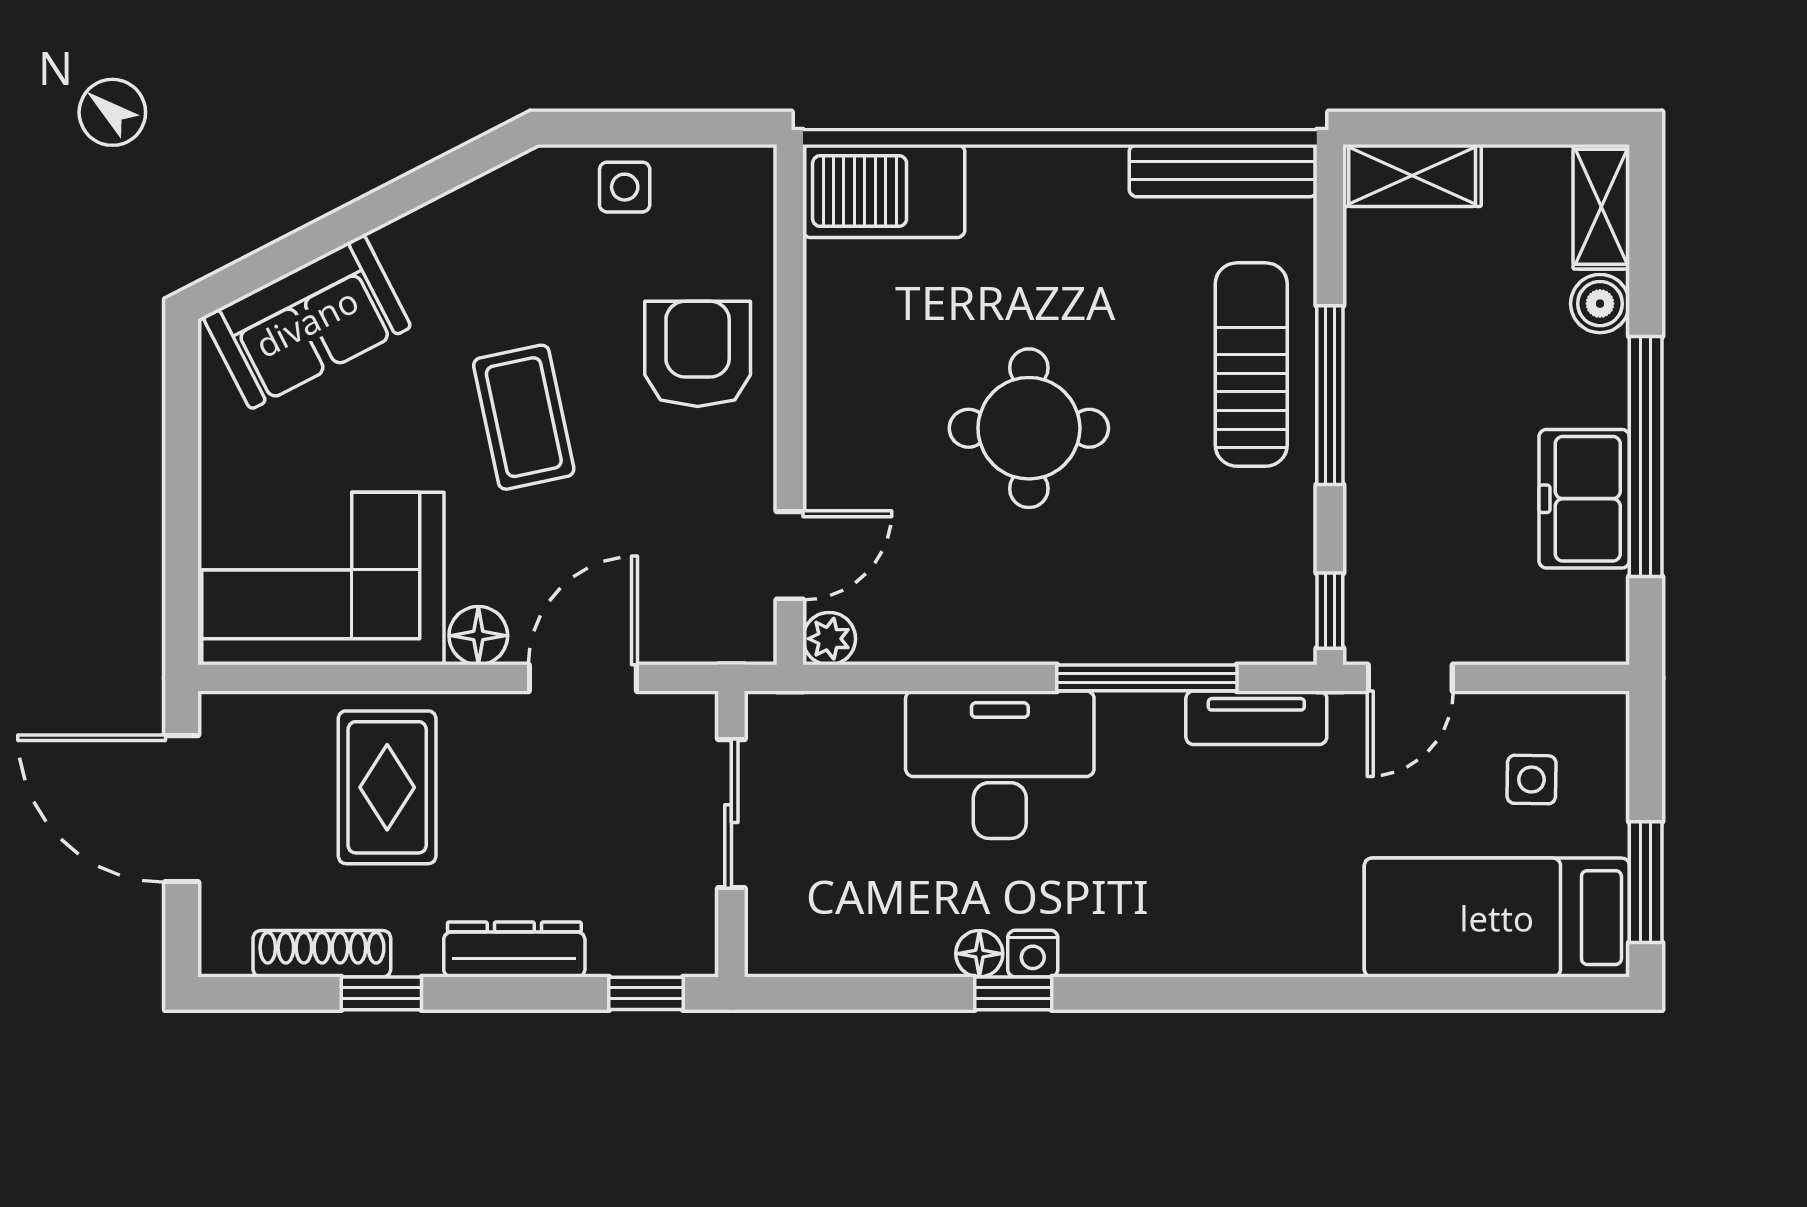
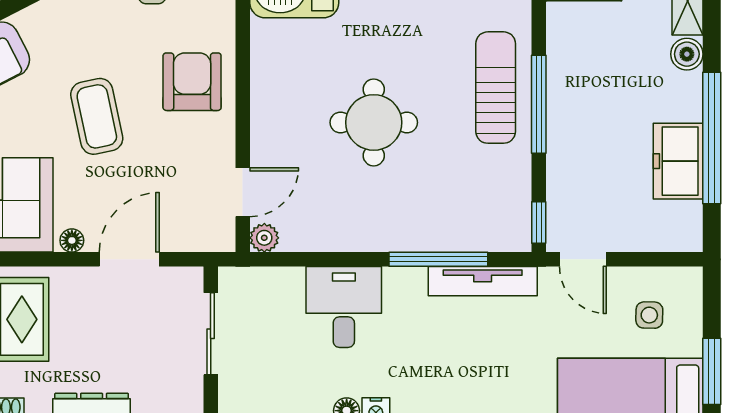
floor lamp: (478, 636) -> (72, 240), width x0.73, depth x0.73
door: (1410, 678) -> (583, 259), hinge flipped
tv unit: (1256, 718) -> (483, 281), width x1.41
desk: (1000, 765) -> (344, 307), width x0.73

